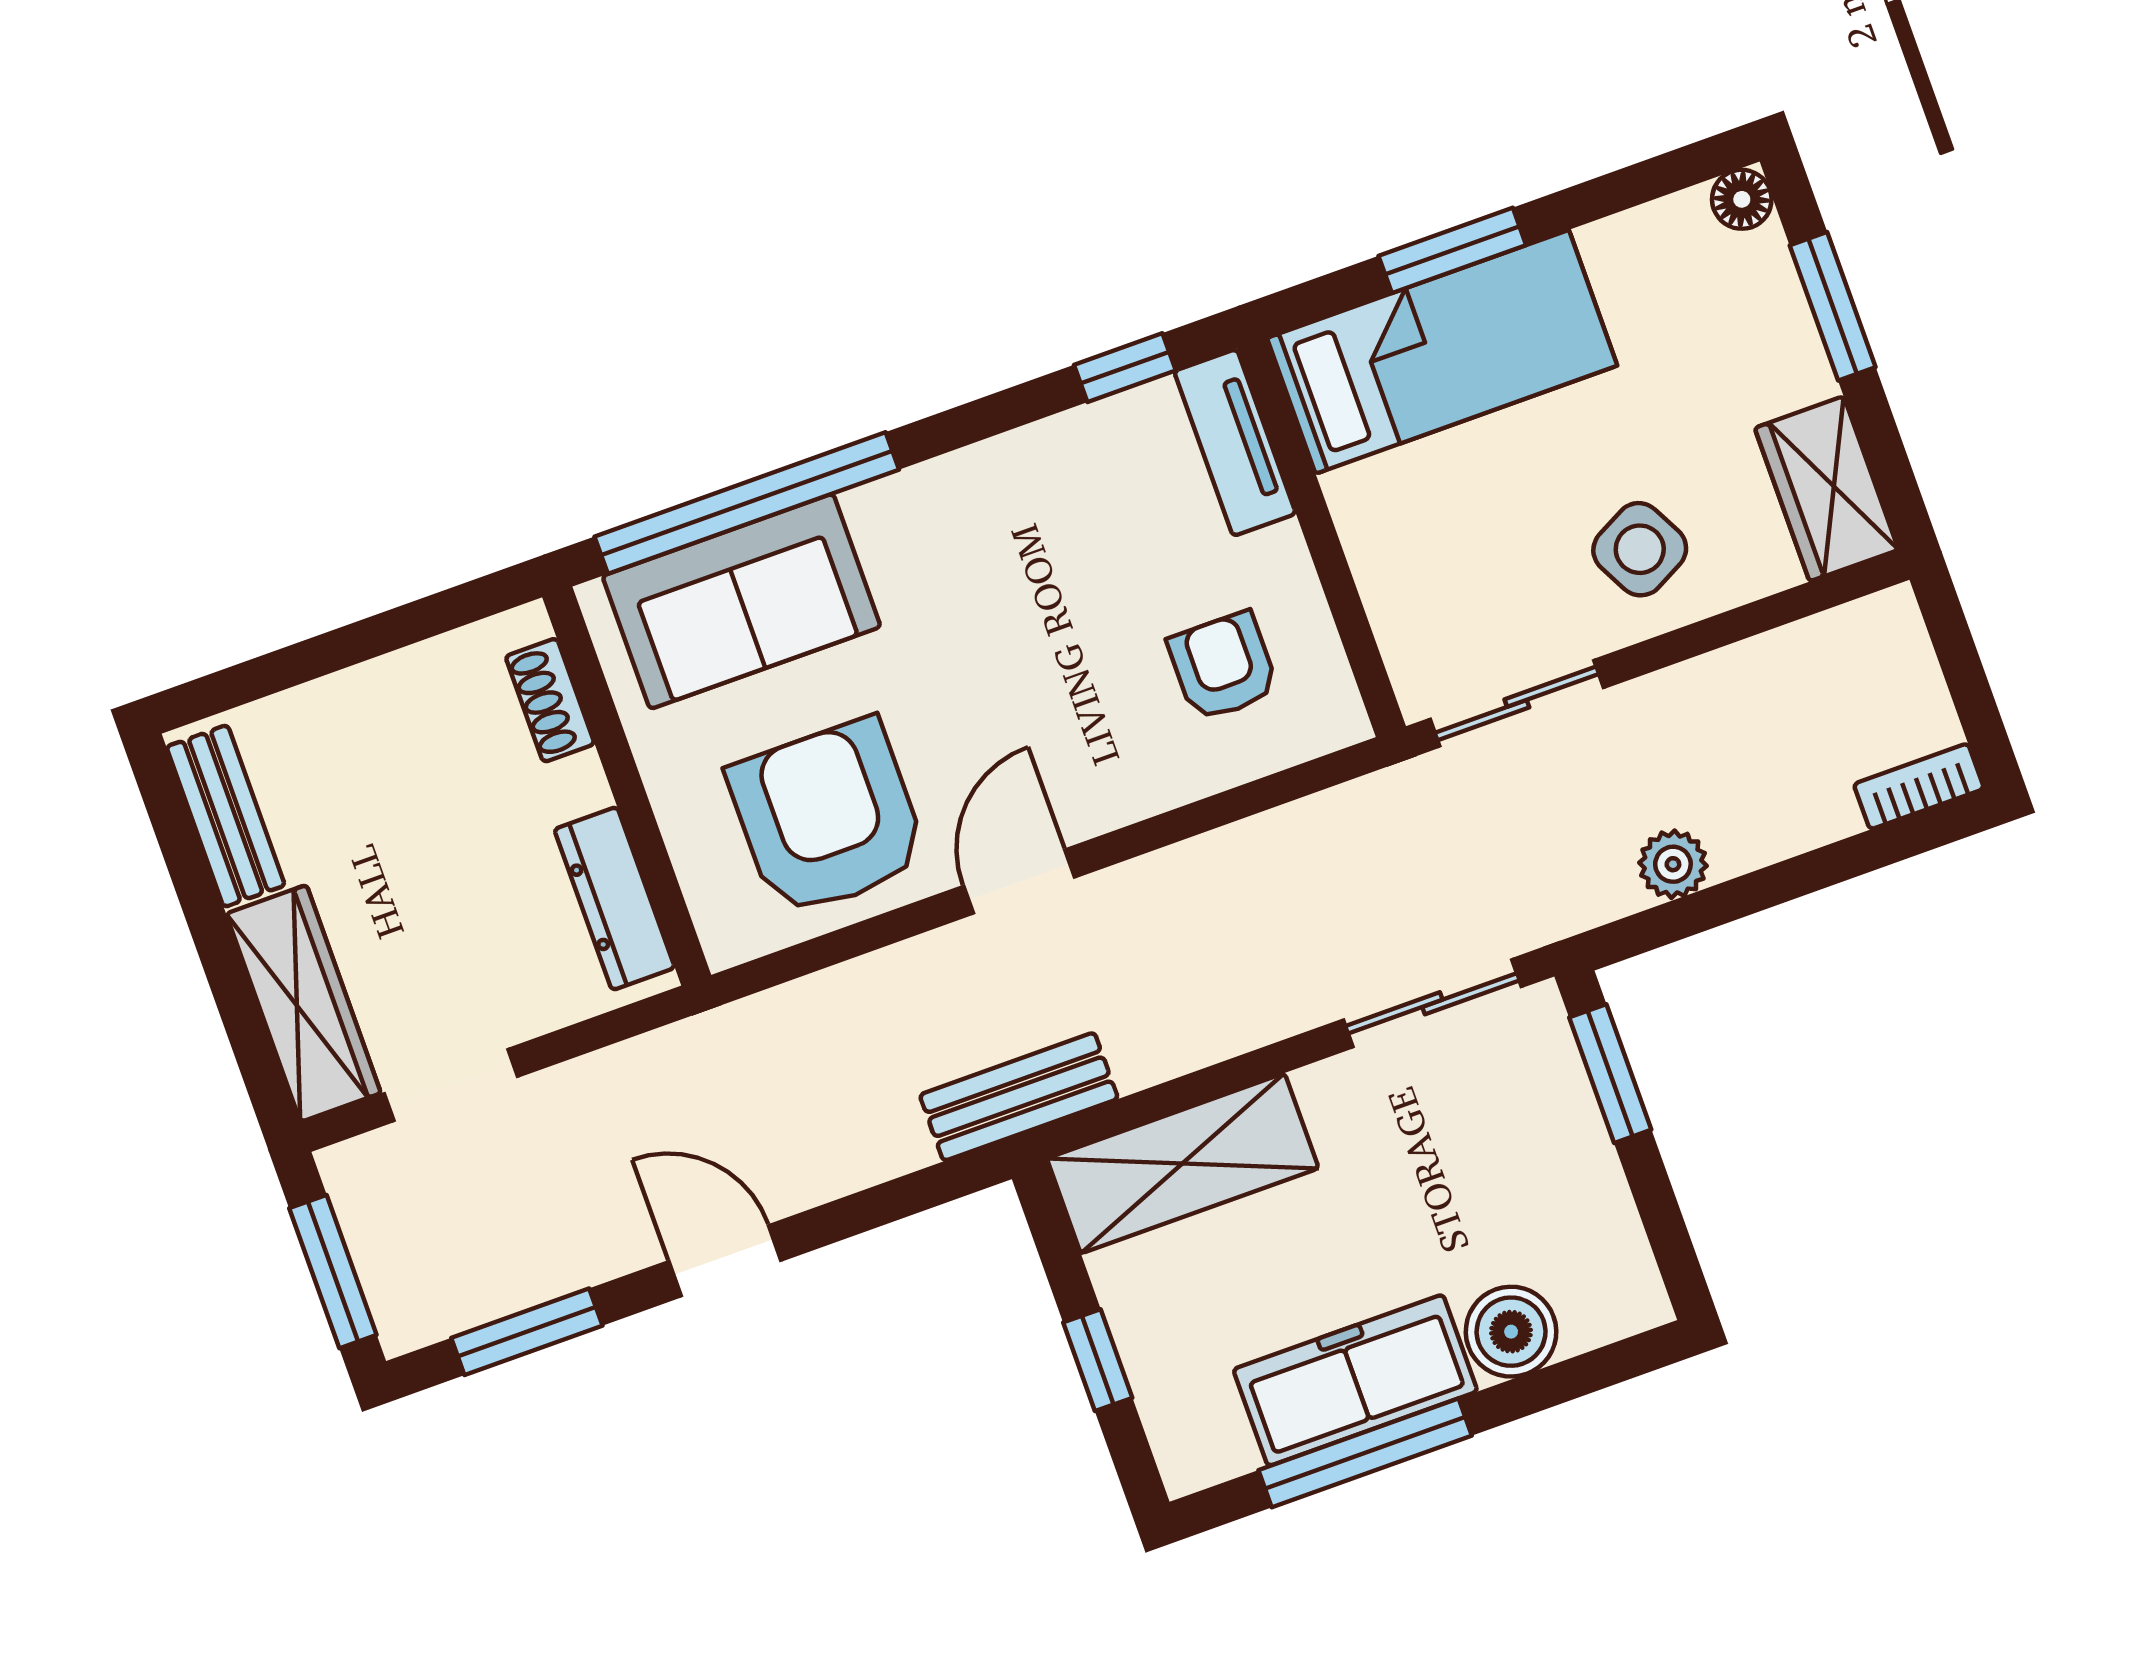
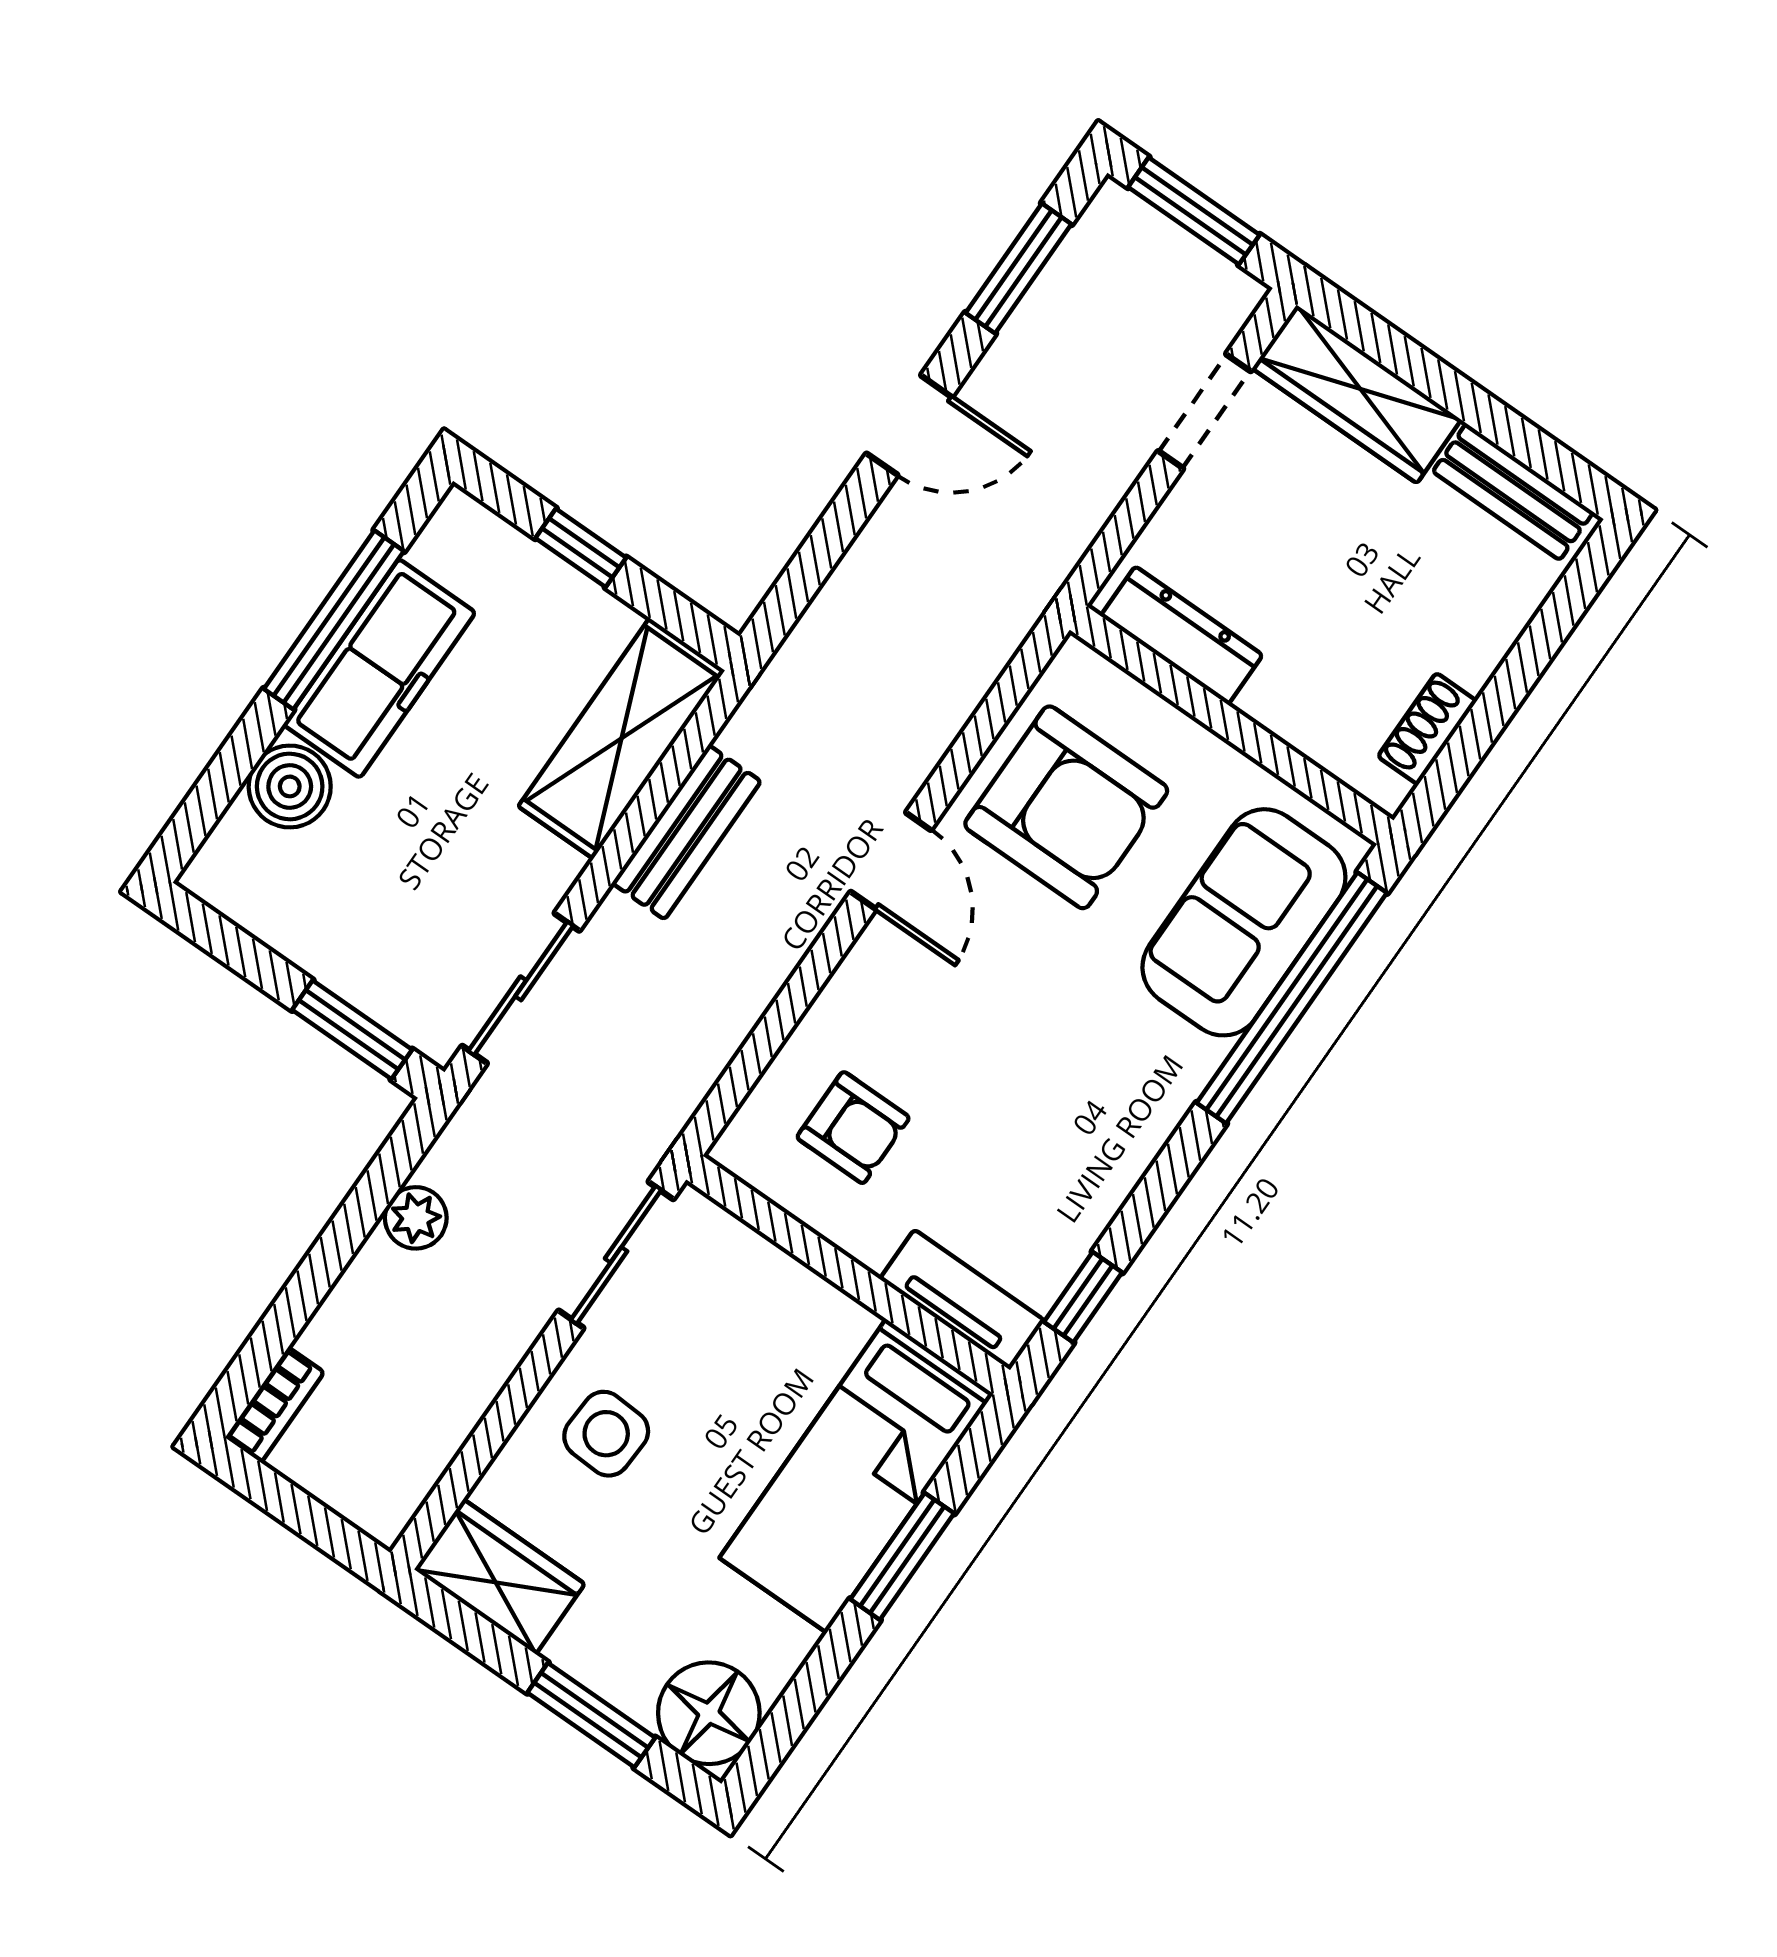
floor lamp: (1742, 199) -> (709, 1713), width x1.89, depth x1.89
side table: (1640, 549) -> (606, 1434), turned 31
shoe rack: (550, 700) -> (1427, 729), moved, turned -90
bench: (1019, 1097) -> (687, 832), moved

